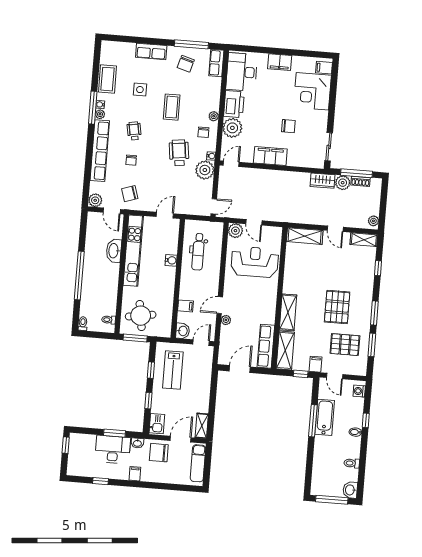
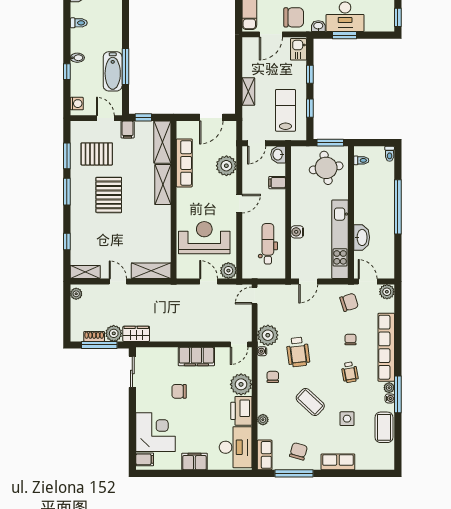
coffee table: (172, 107) -> (310, 402), turned -47
plant: (214, 116) -> (263, 420), moved
reception desk: (255, 262) -> (204, 238), turned 180
door: (220, 305) -> (239, 204), moved
plant: (226, 320) -> (226, 166), width x1.88, depth x1.88
row of seats: (266, 346) -> (184, 163), moved
shelving: (202, 426) -> (248, 92), moved

